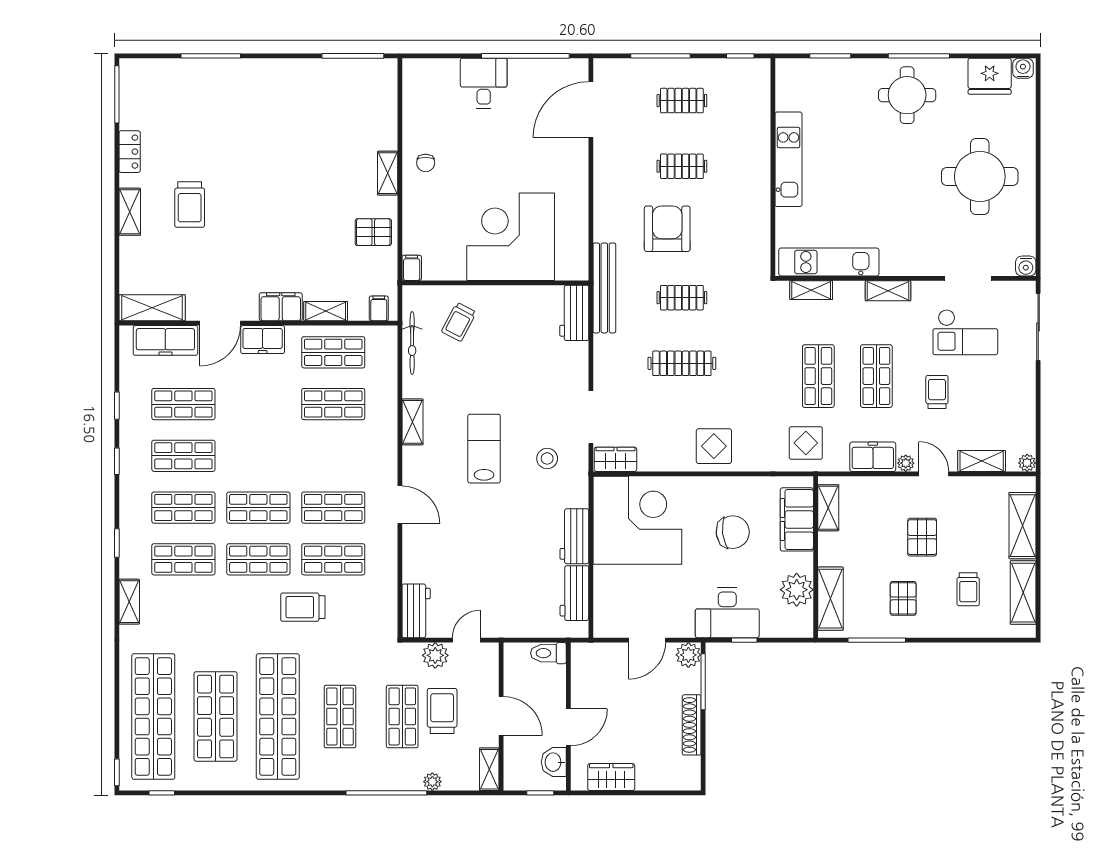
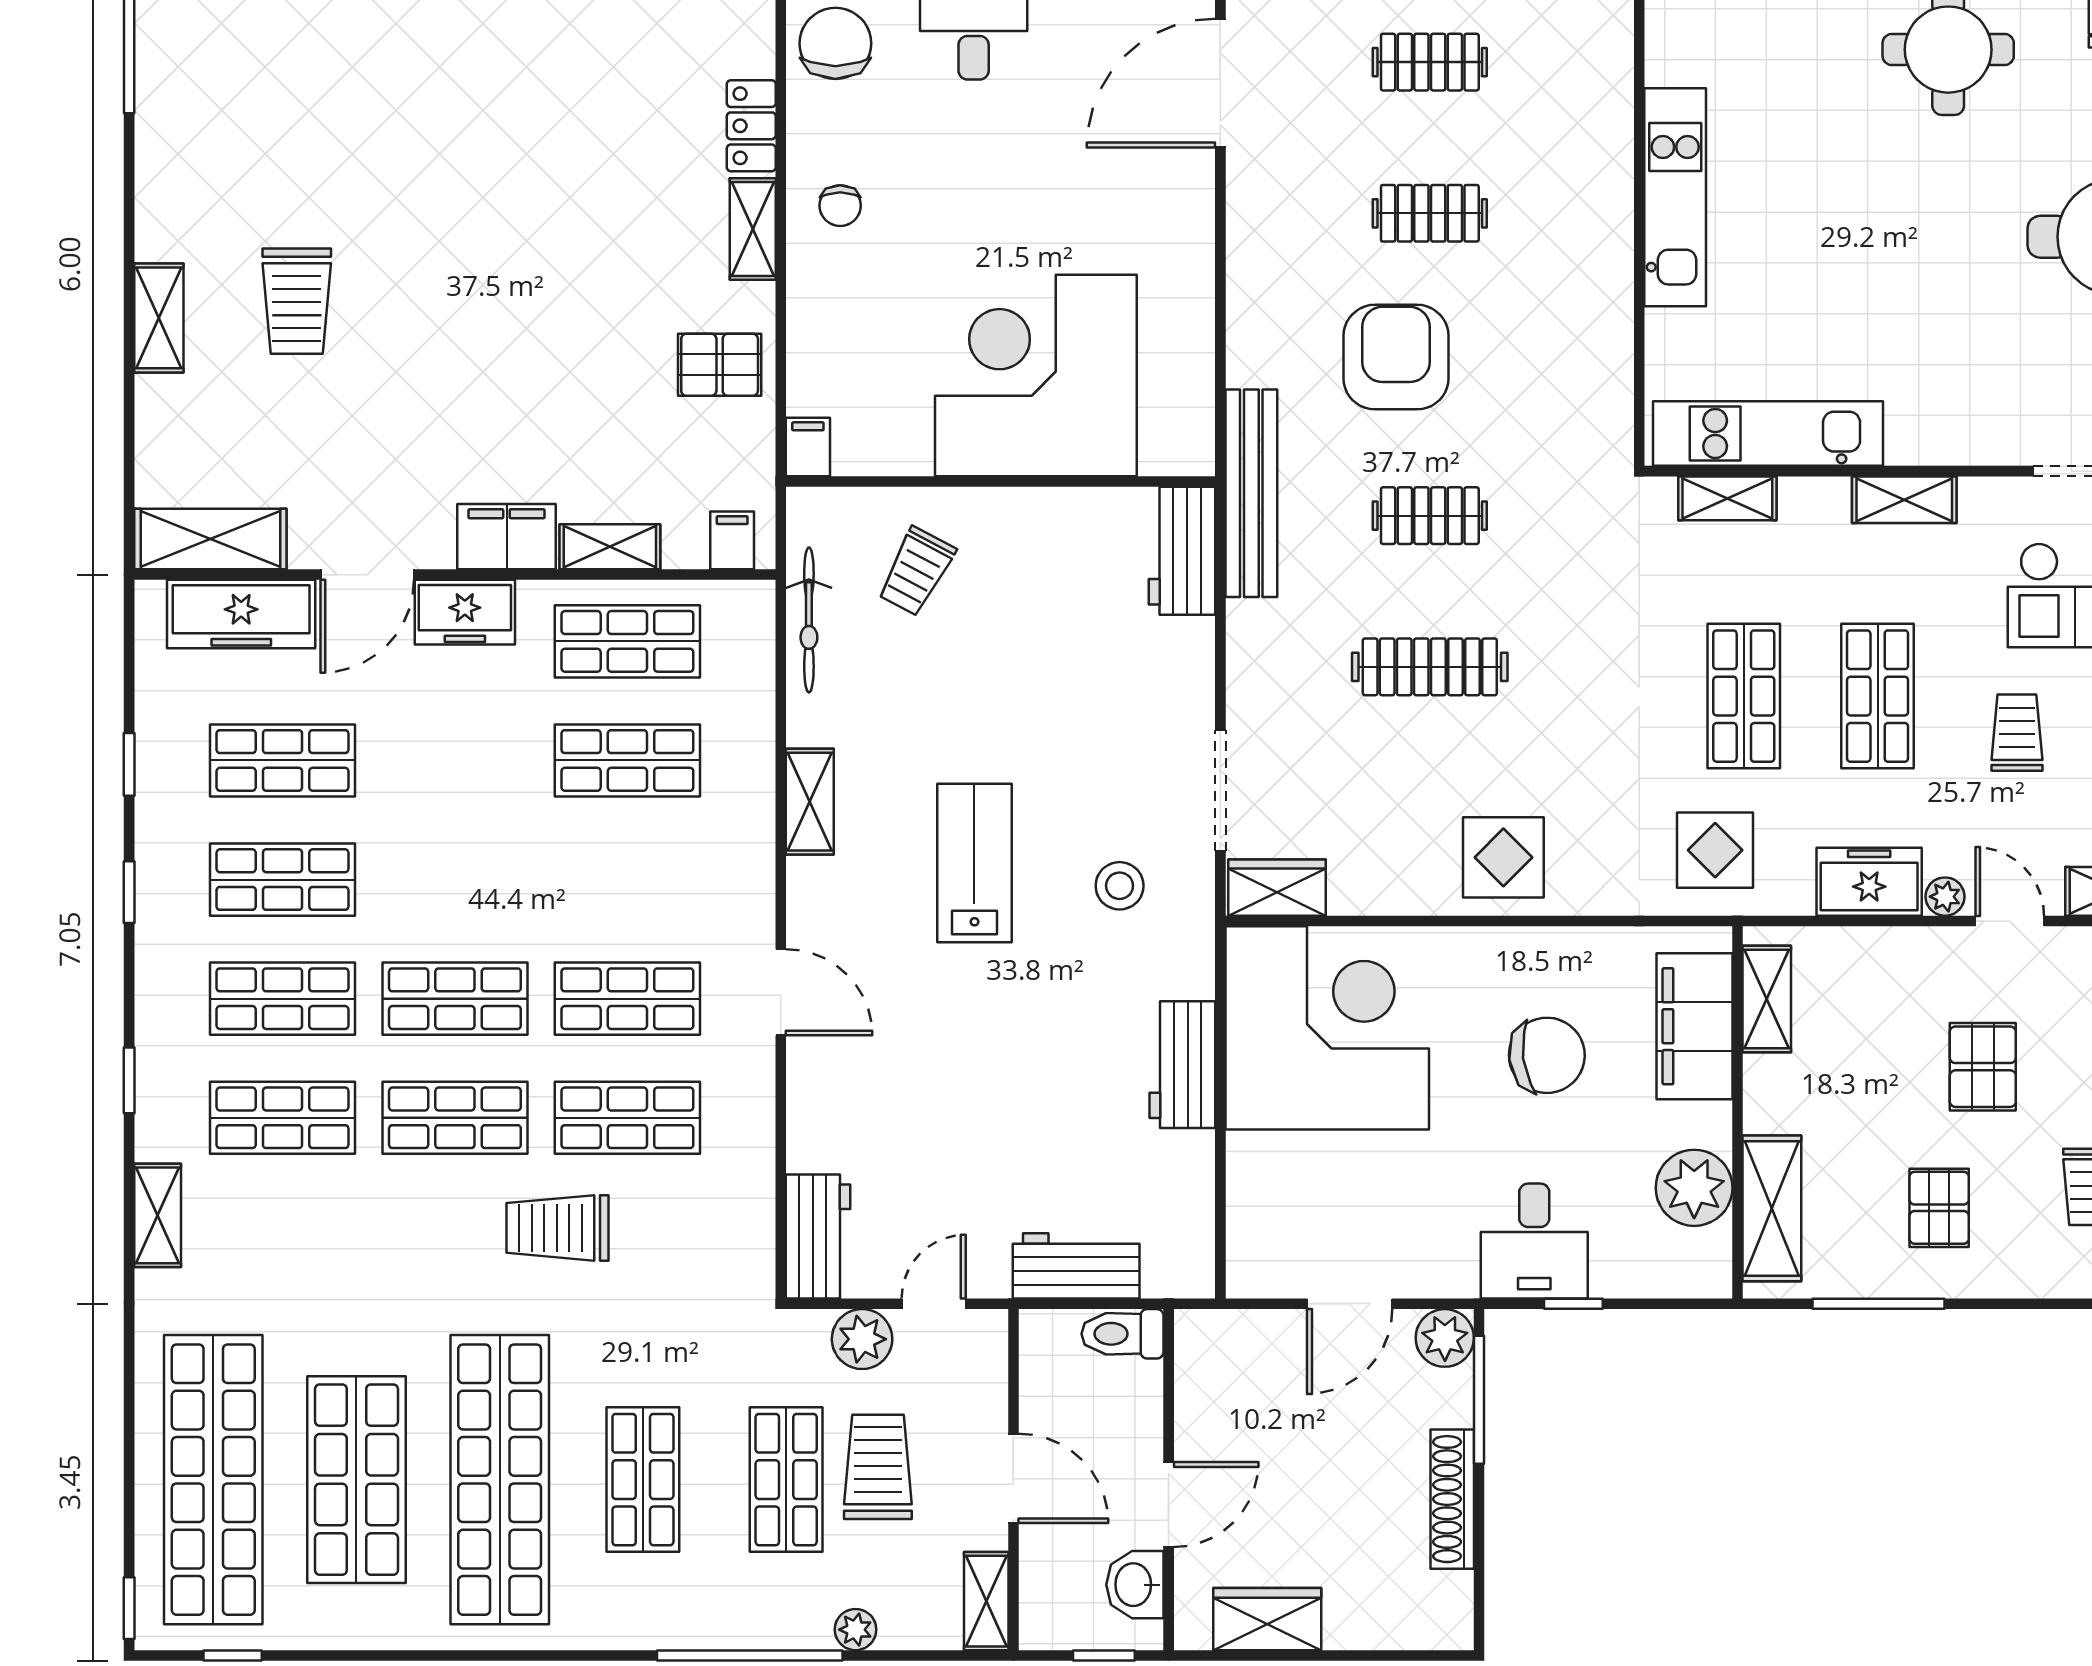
chair: (424, 92) -> (835, 43), added
locker: (130, 152) -> (751, 126), moved, turned 180
workbench: (574, 593) -> (1076, 1266), moved, turned 90
desk: (727, 613) -> (1534, 1241), width x0.73

